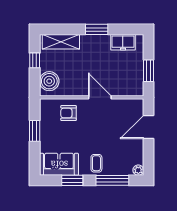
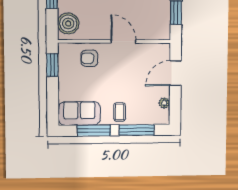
window: (35, 131) -> (52, 65), moved
plant: (138, 170) -> (164, 103), moved
window: (72, 180) -> (94, 131), width x1.44

